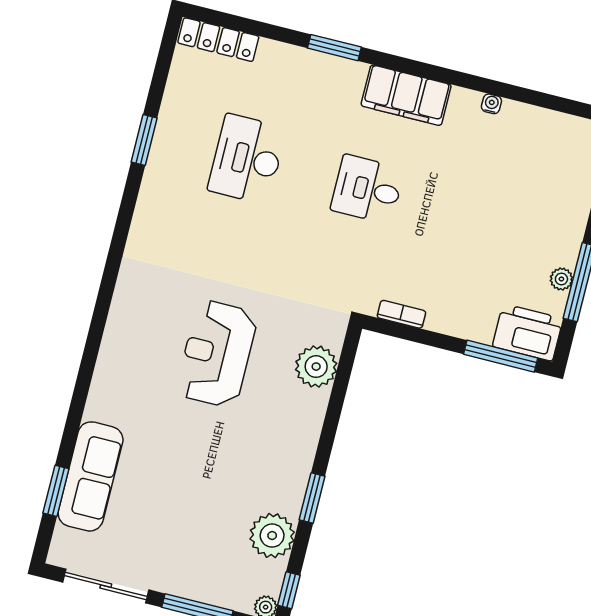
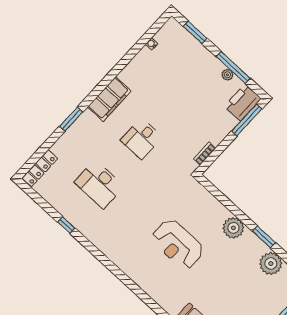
water cooler: (491, 104) -> (152, 44), moved
window: (144, 140) -> (66, 225), width x0.67
plant: (316, 367) -> (233, 228), moved

